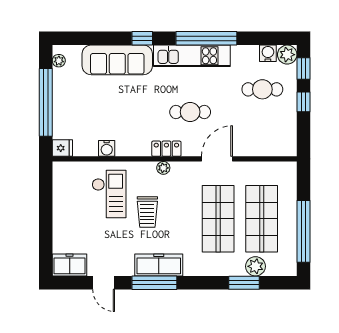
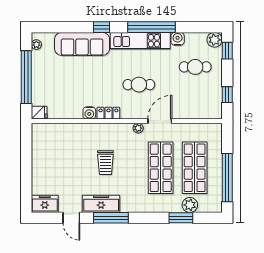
water cooler: (268, 53) -> (178, 39), moved
window: (303, 102) -> (227, 95), moved
water cooler: (107, 148) -> (89, 113), moved
locker: (166, 149) -> (108, 113), moved
plant: (163, 168) -> (138, 128), moved
checkout: (109, 194) -> (76, 149), removed
freezer: (159, 265) -> (101, 204), moved

